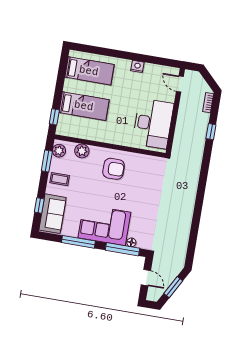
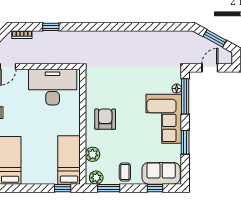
bed: (84, 106) -> (69, 160), moved
window: (78, 242) -> (185, 142), width x0.69

